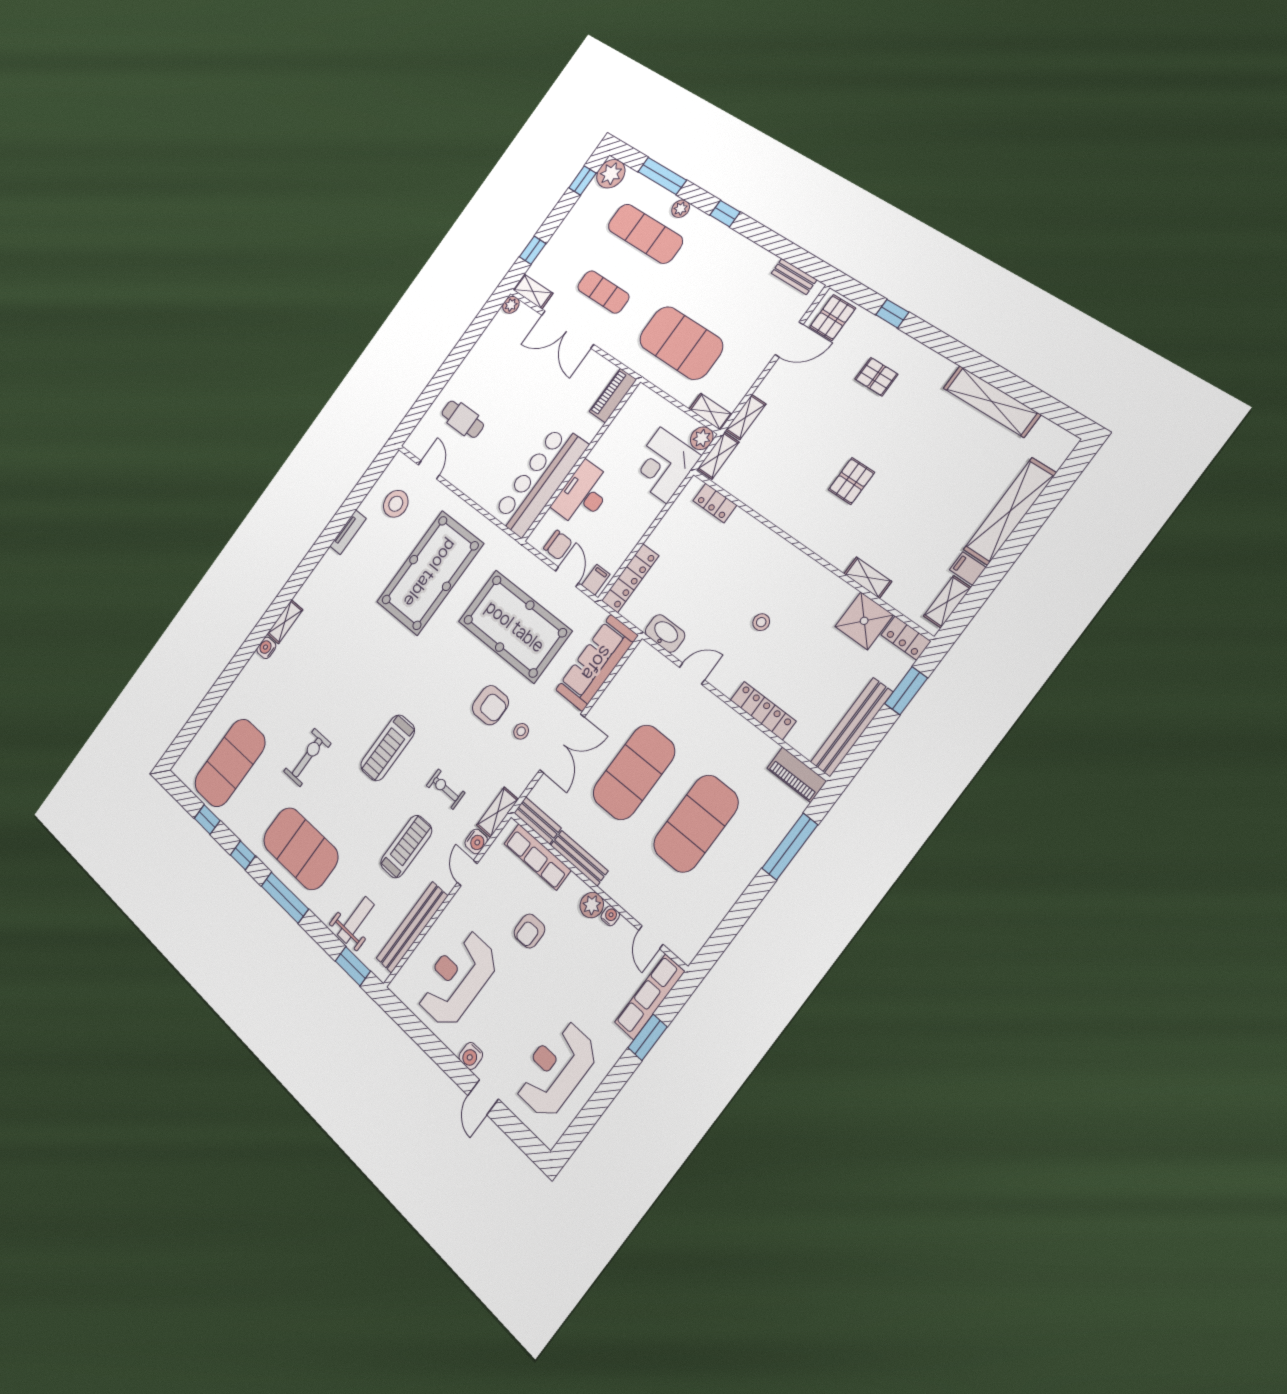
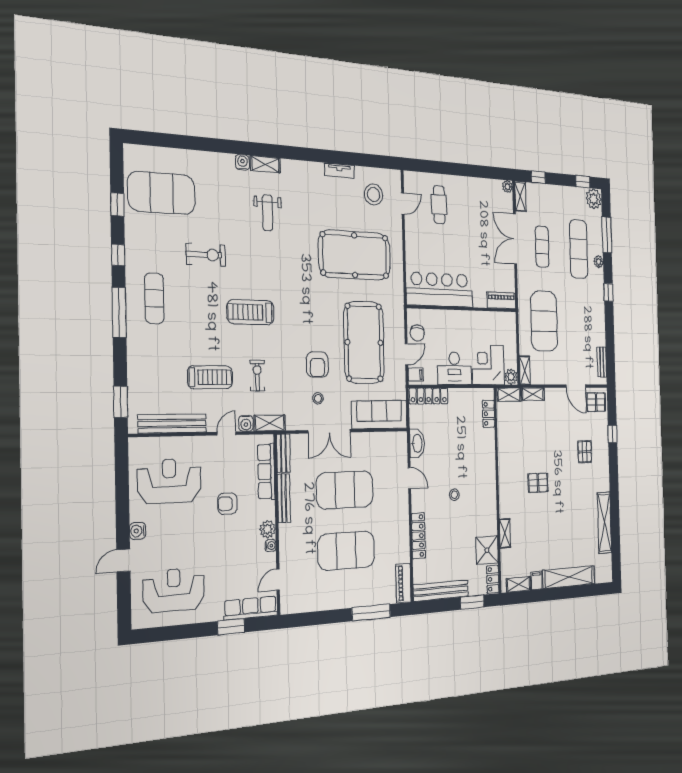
desk: (583, 494) -> (454, 368), moved, turned 180
exercise mat: (301, 848) -> (154, 298), width x0.50, depth x0.69
weight bench: (356, 920) -> (268, 213), moved, turned 90

